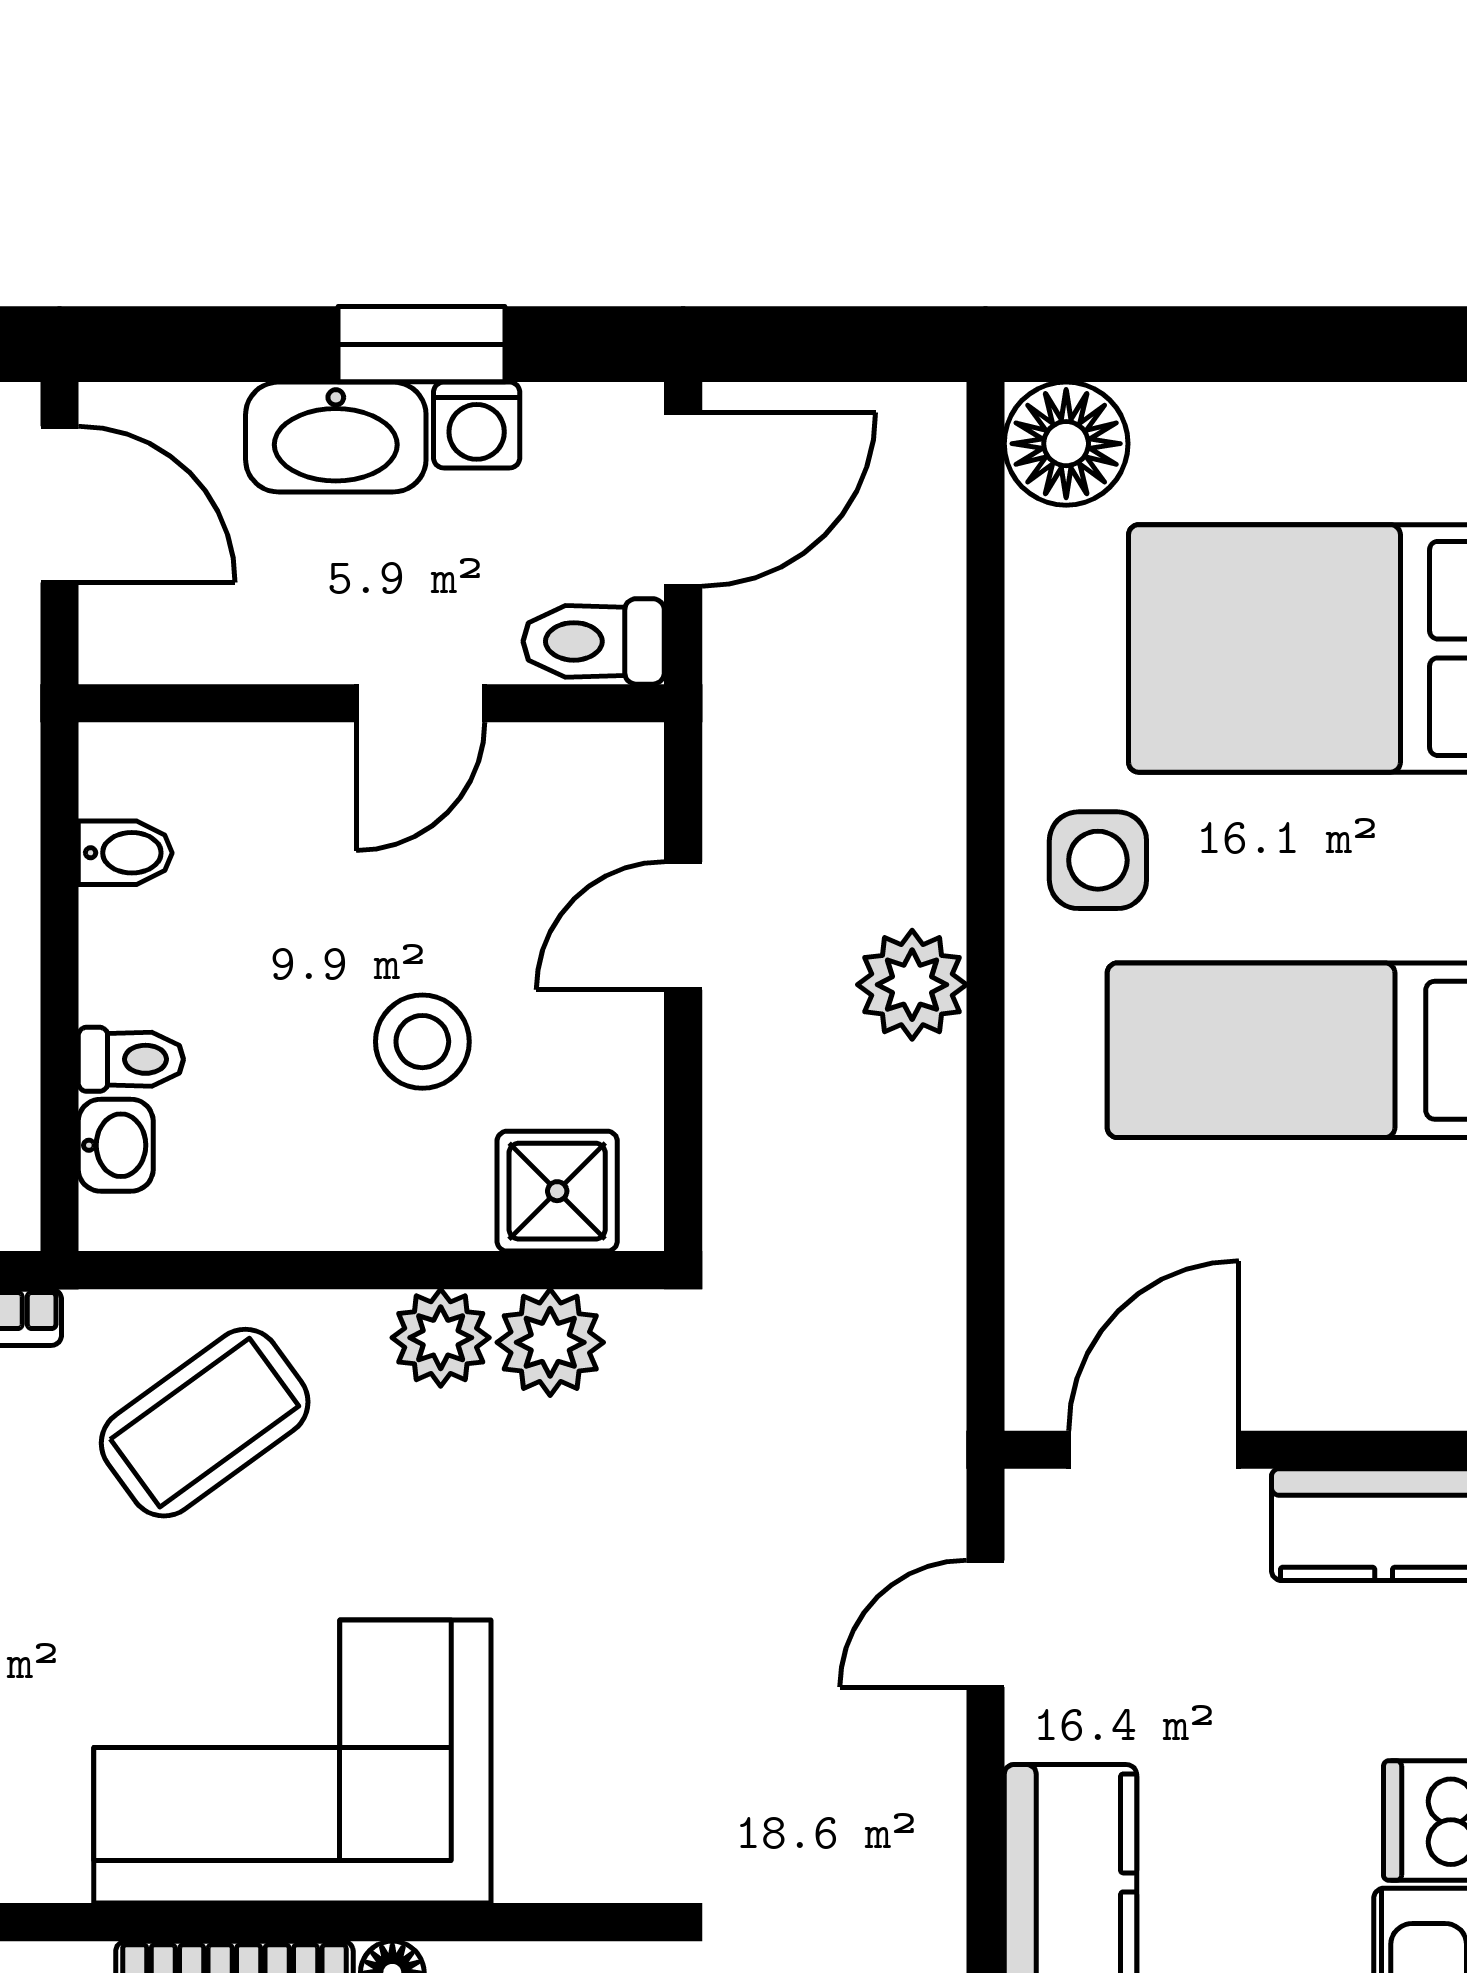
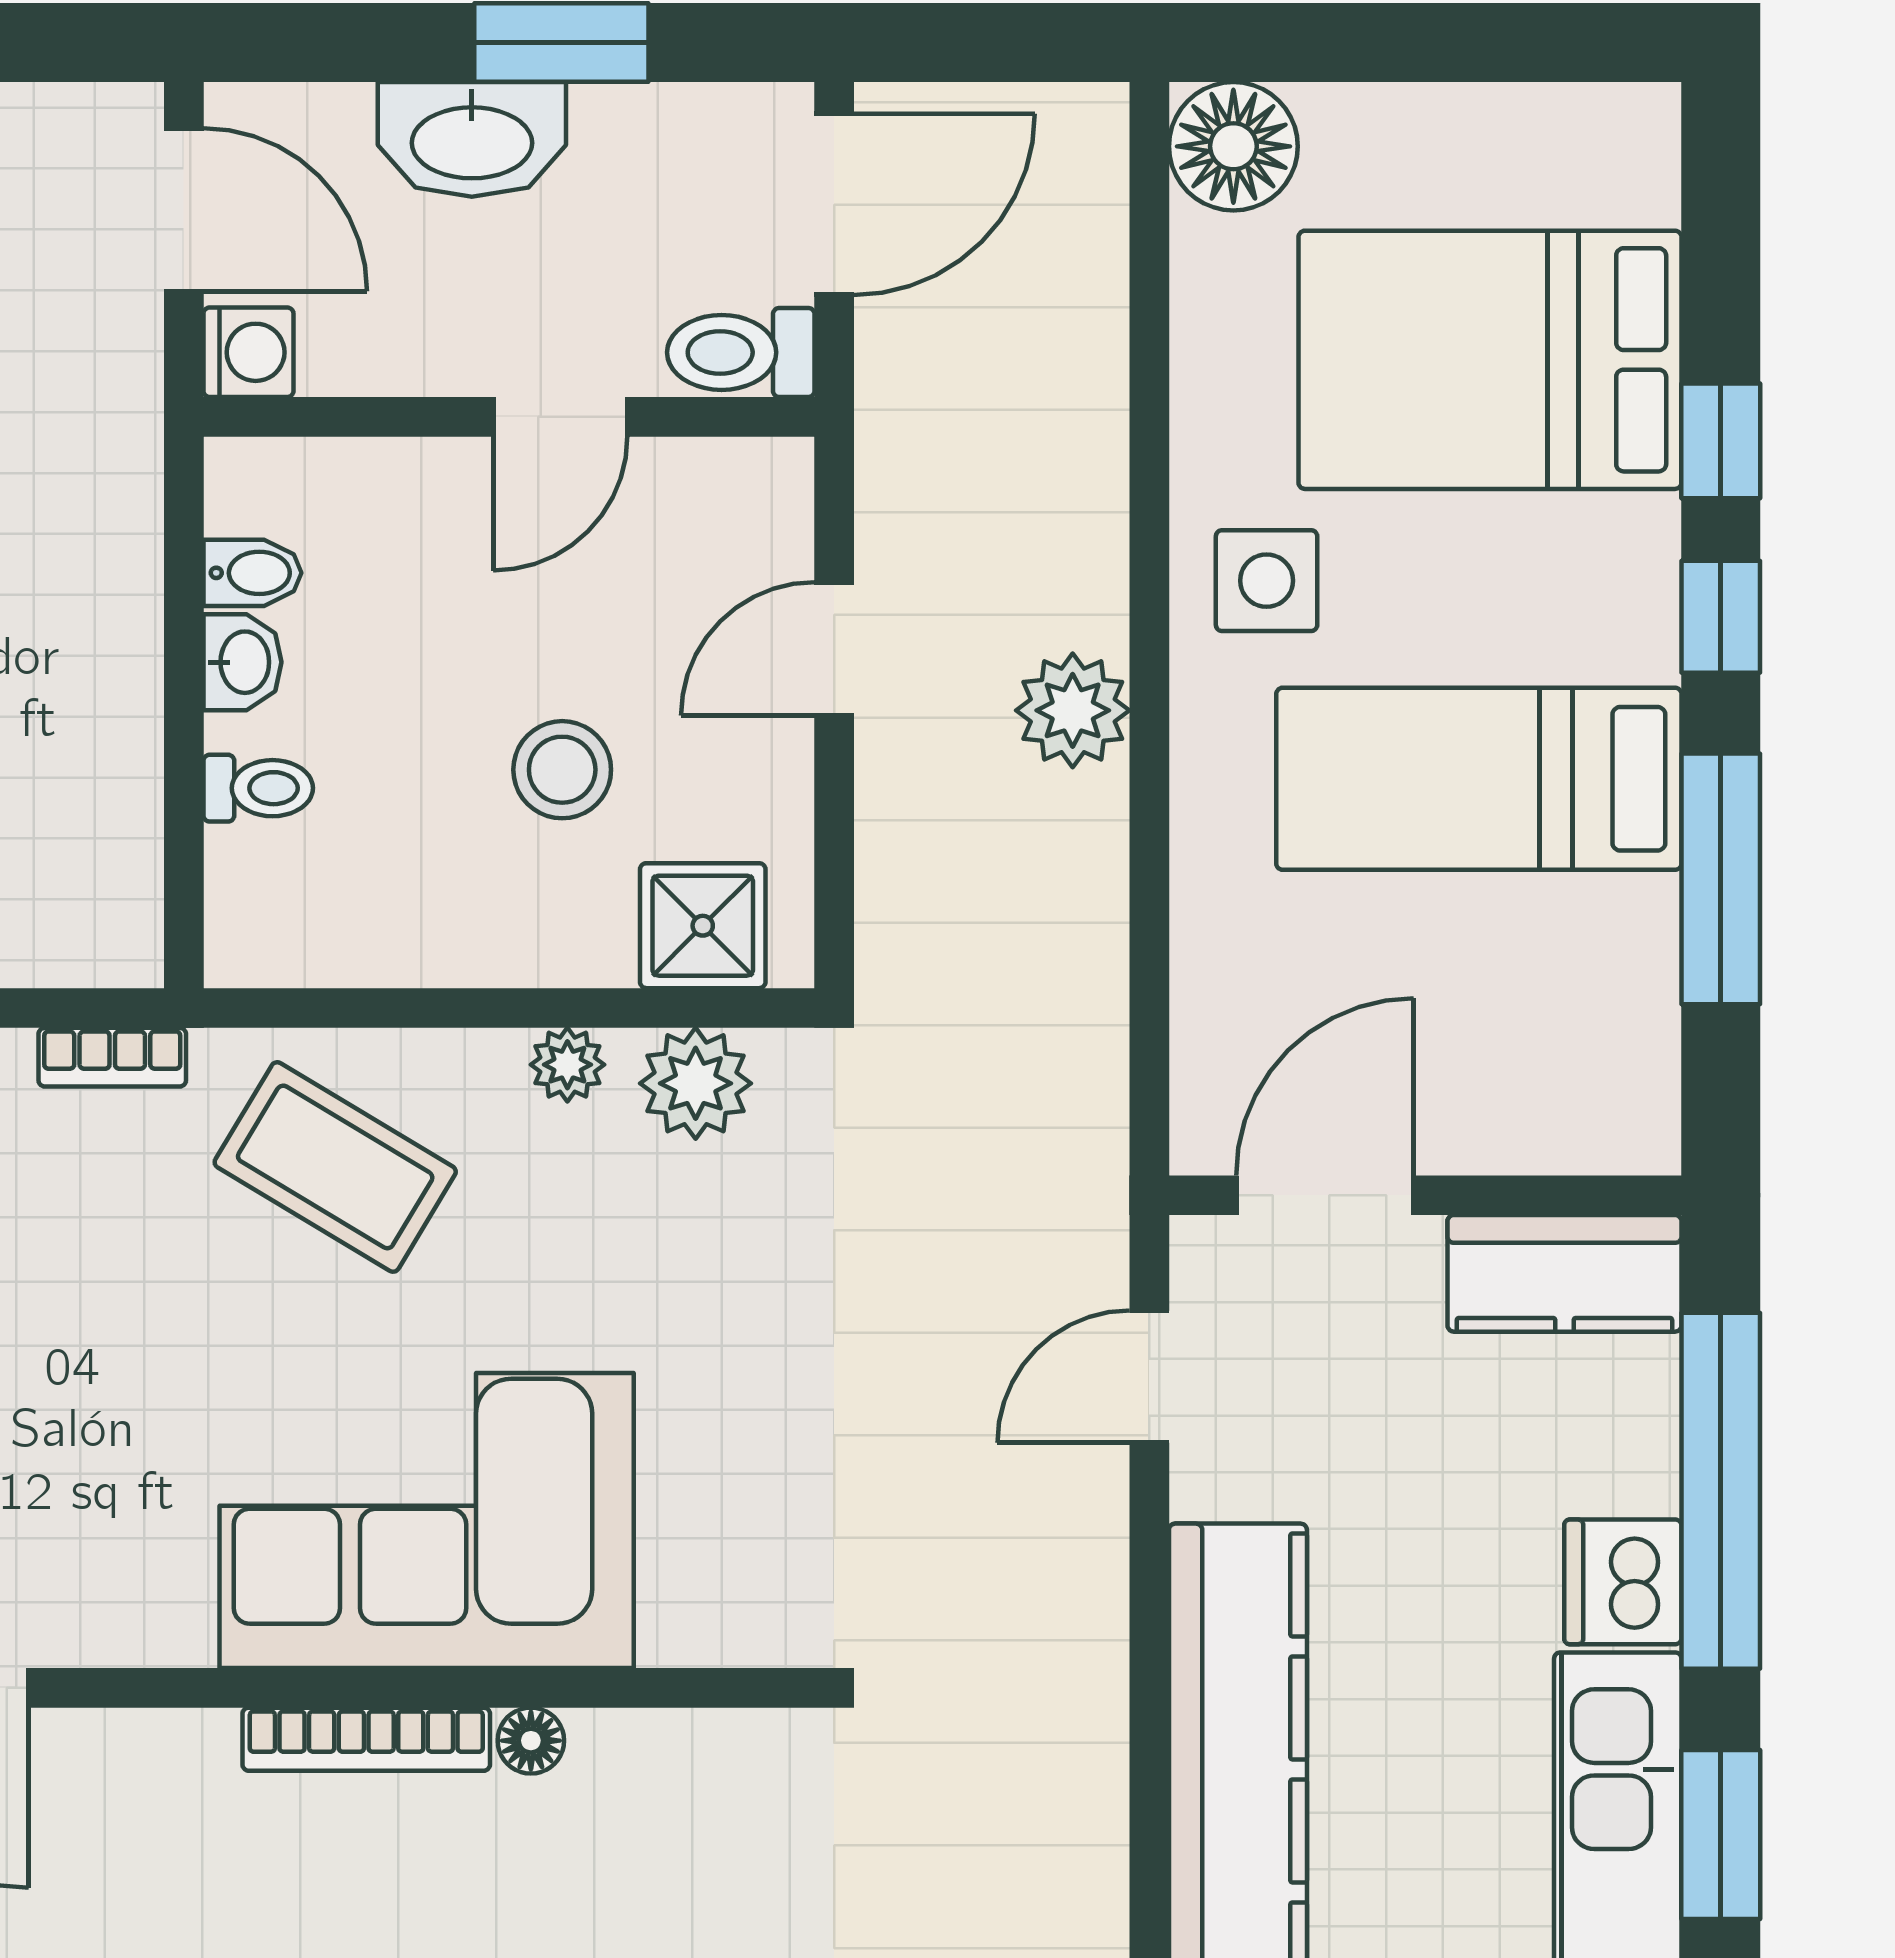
washing machine: (477, 425) -> (248, 352), moved, turned -90
washbasin: (116, 1145) -> (242, 662), moved
plant: (441, 1338) -> (567, 1065), width x0.73, depth x0.73
coffee table: (205, 1423) -> (335, 1167), turned 67

